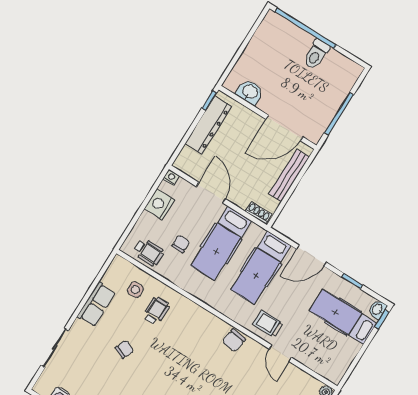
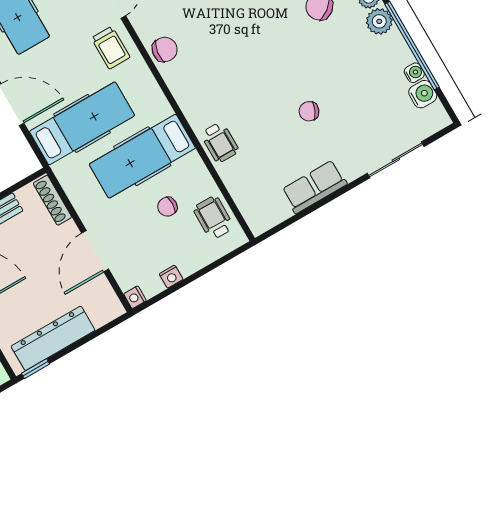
nightstand: (160, 204) -> (171, 277), width x0.53, depth x0.56
shoe rack: (258, 213) -> (52, 200), width x1.43
hospital bed: (221, 243) -> (142, 156), moved, turned 180
side table: (135, 290) -> (255, 179), removed
wheelchair: (156, 311) -> (220, 142), moved, turned -90

